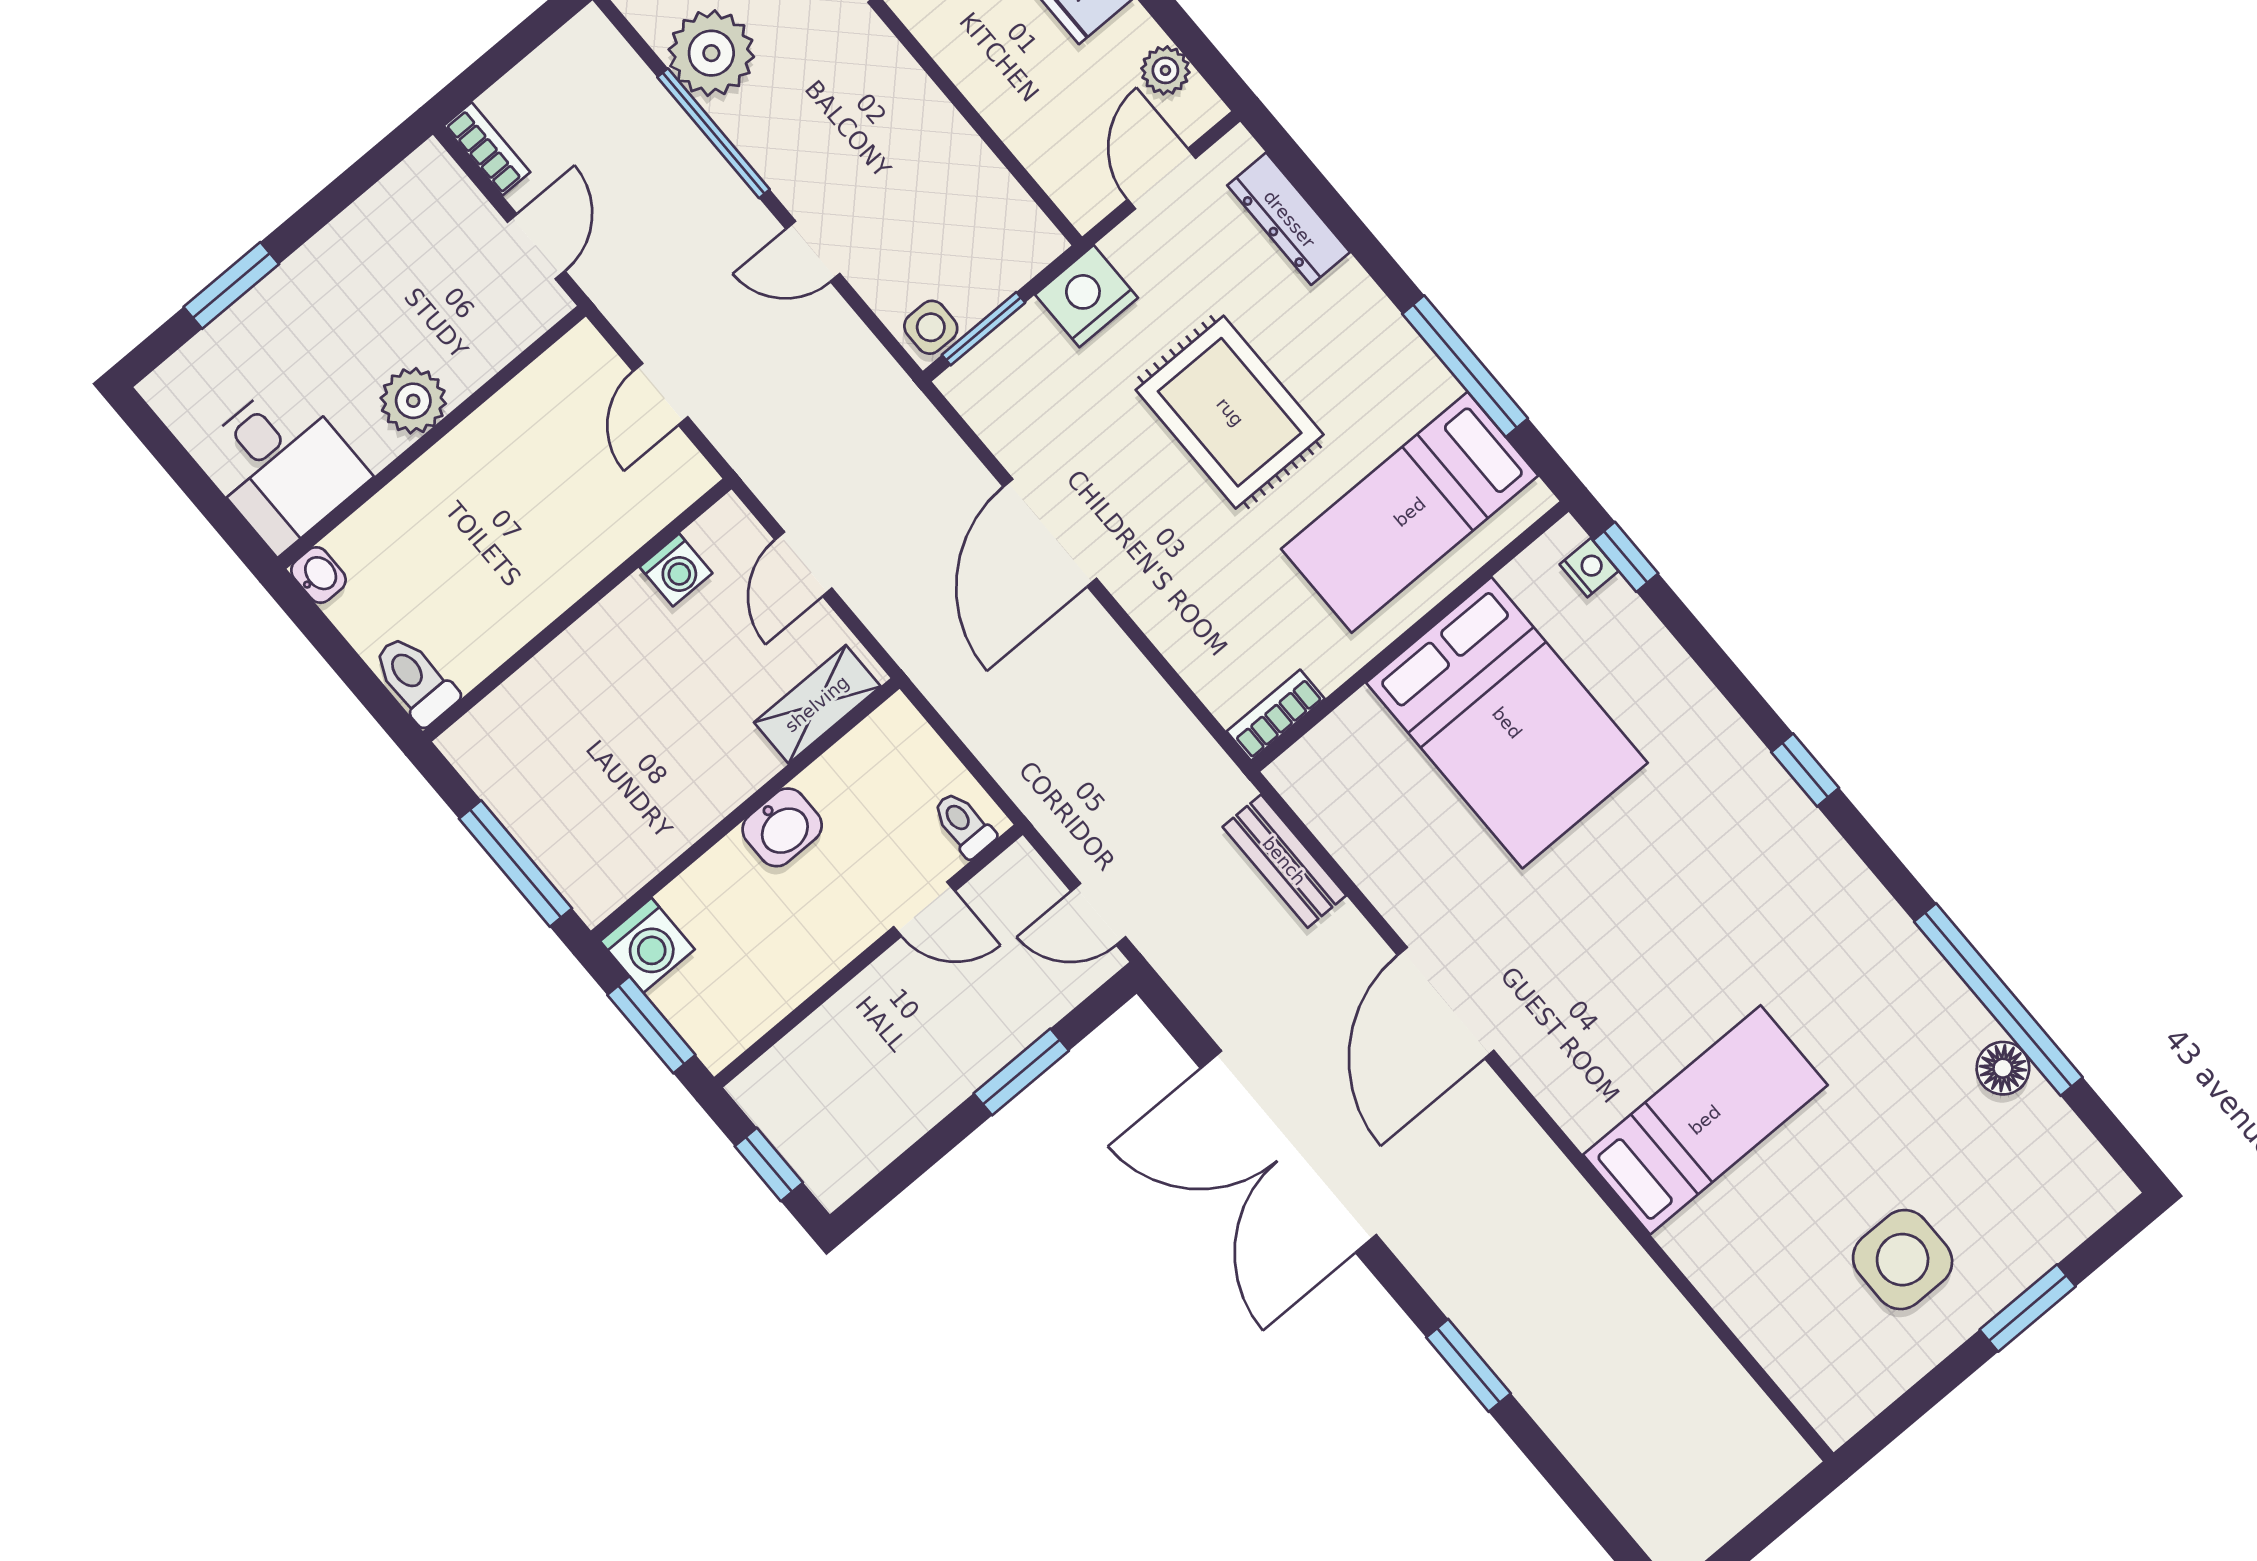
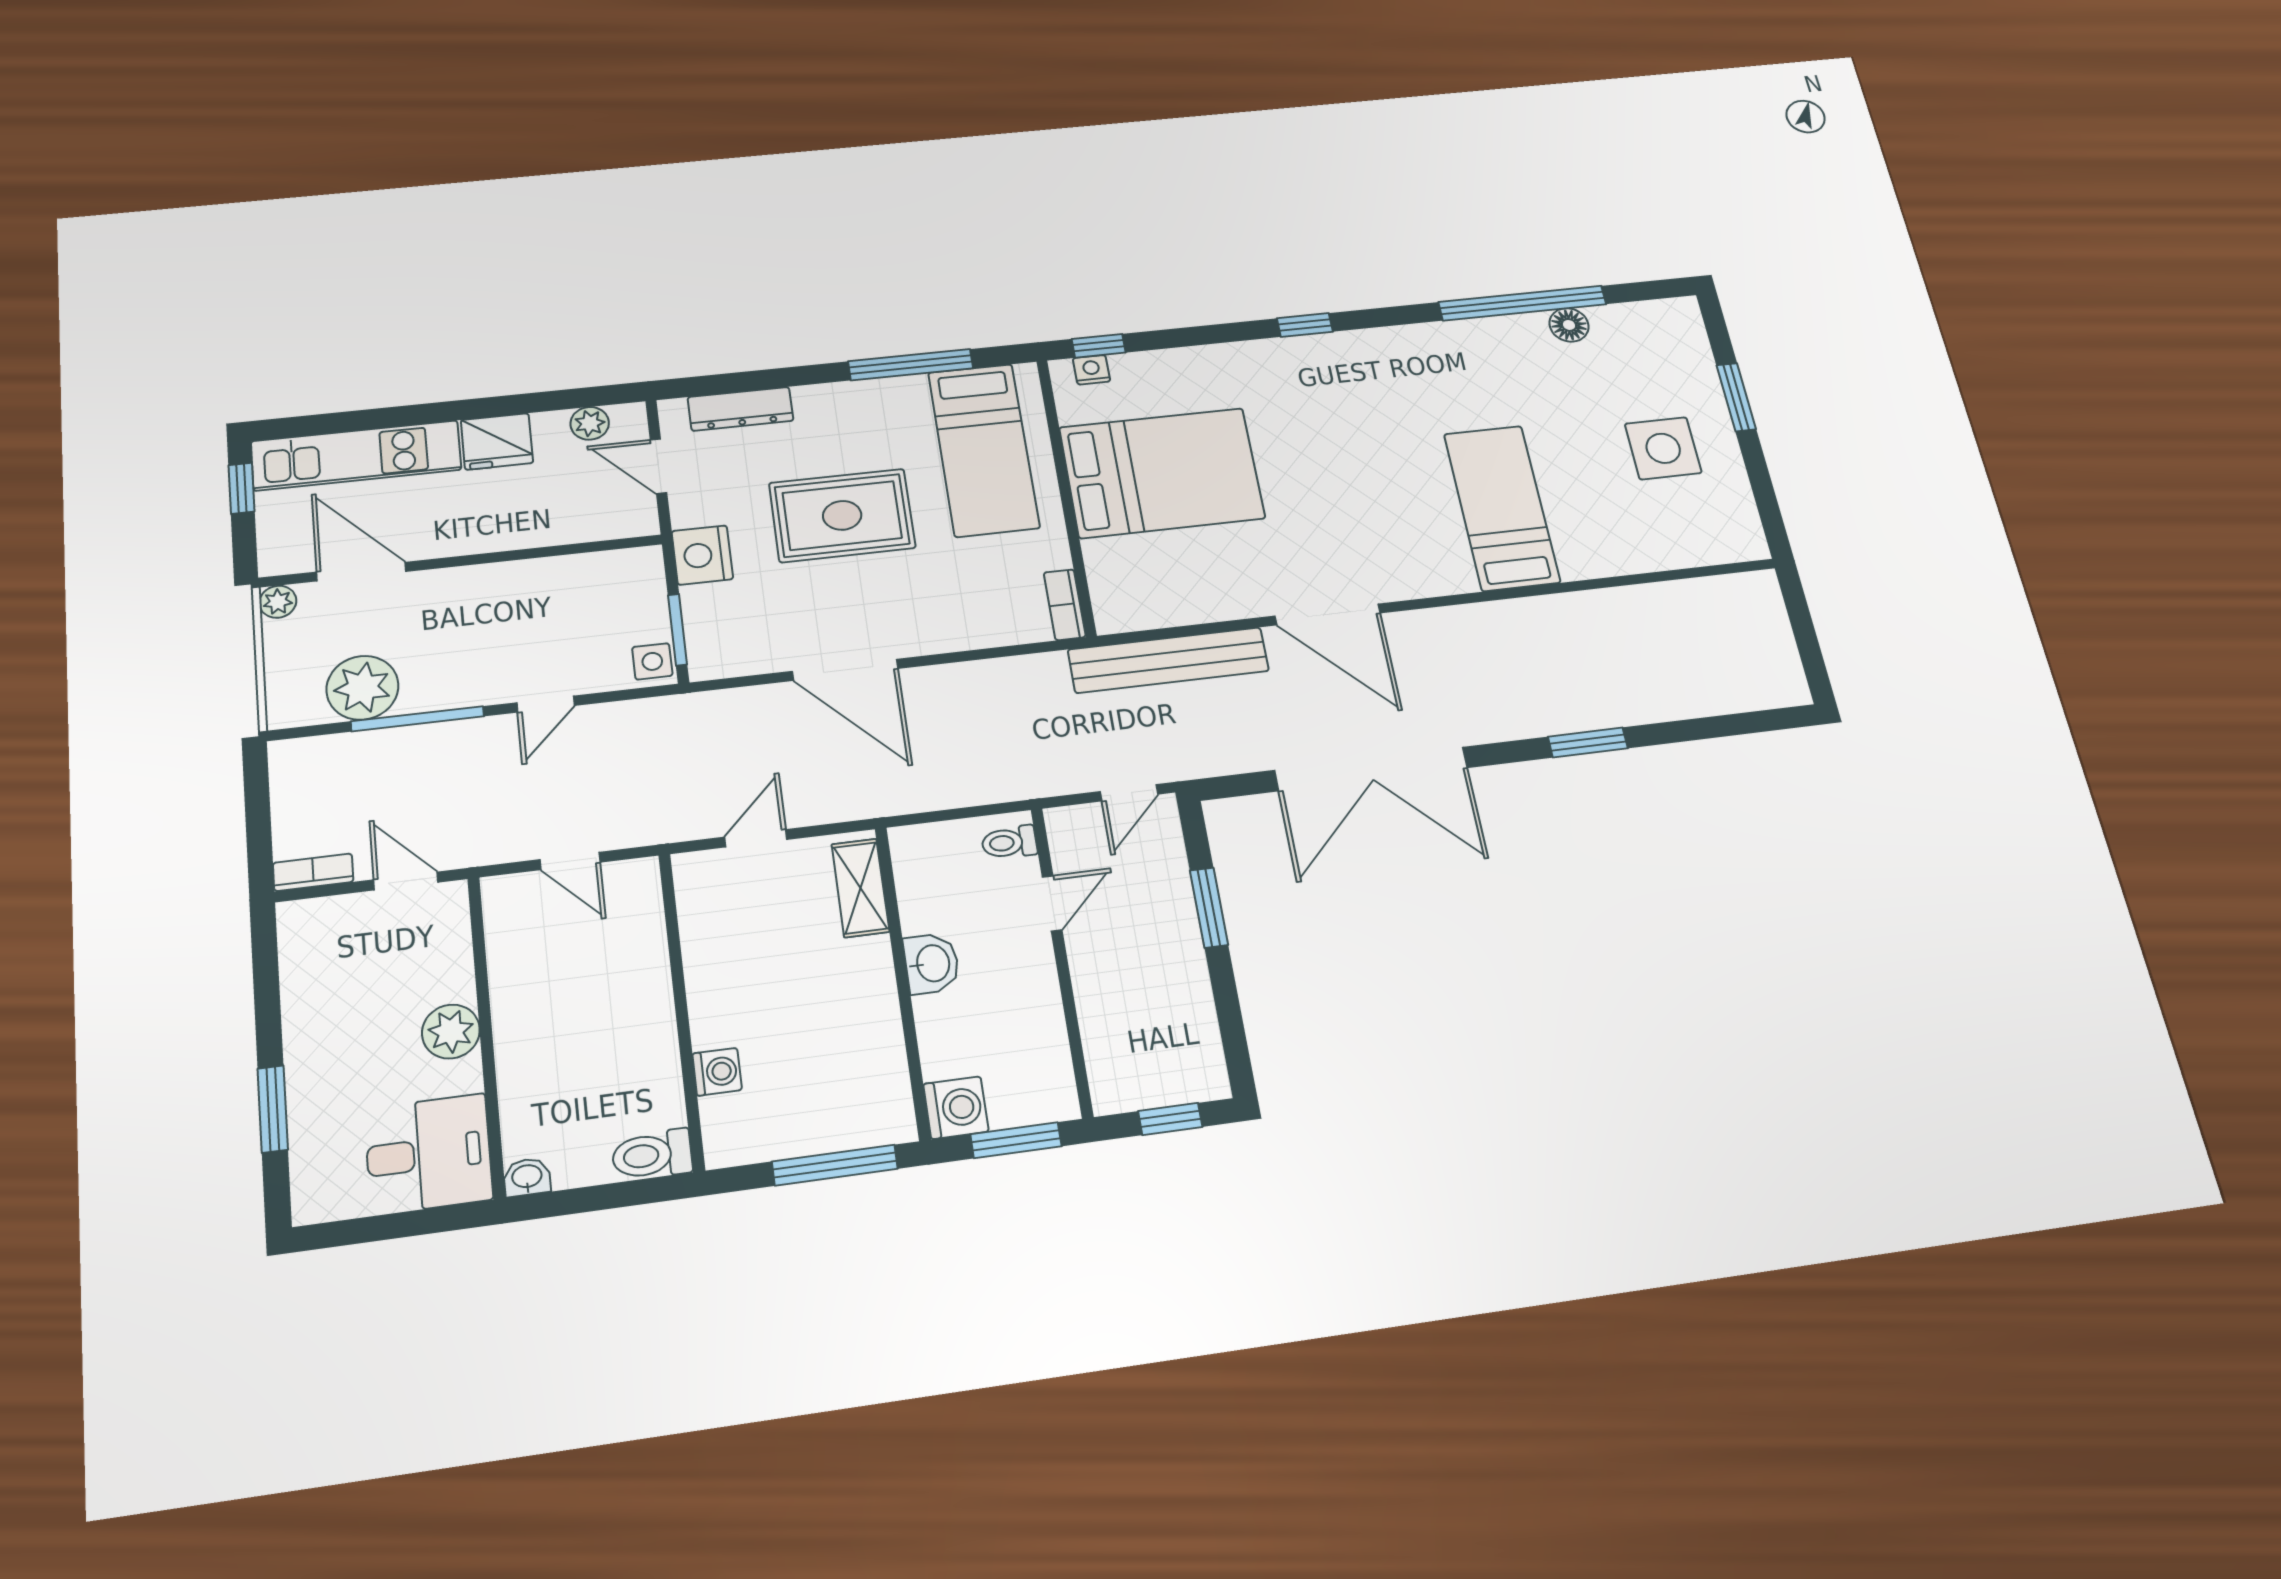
door: (804, 564) -> (756, 838), swing flipped
washing machine: (676, 570) -> (717, 1072), moved
bench: (1284, 861) -> (1168, 660), width x1.86, depth x1.21

